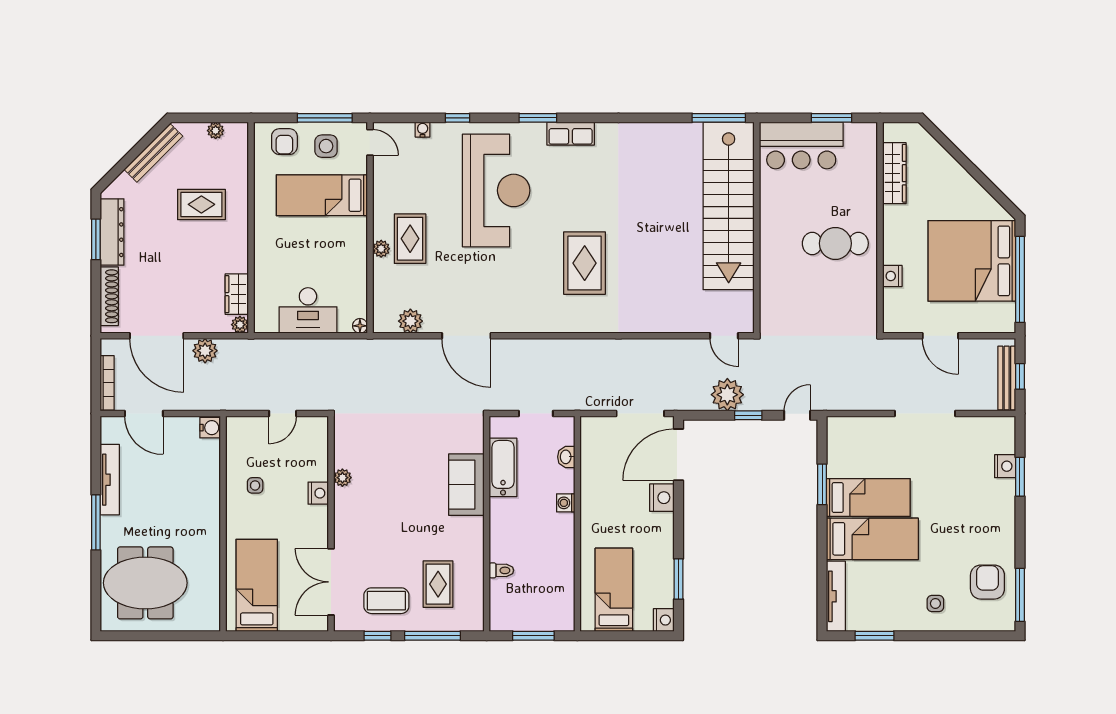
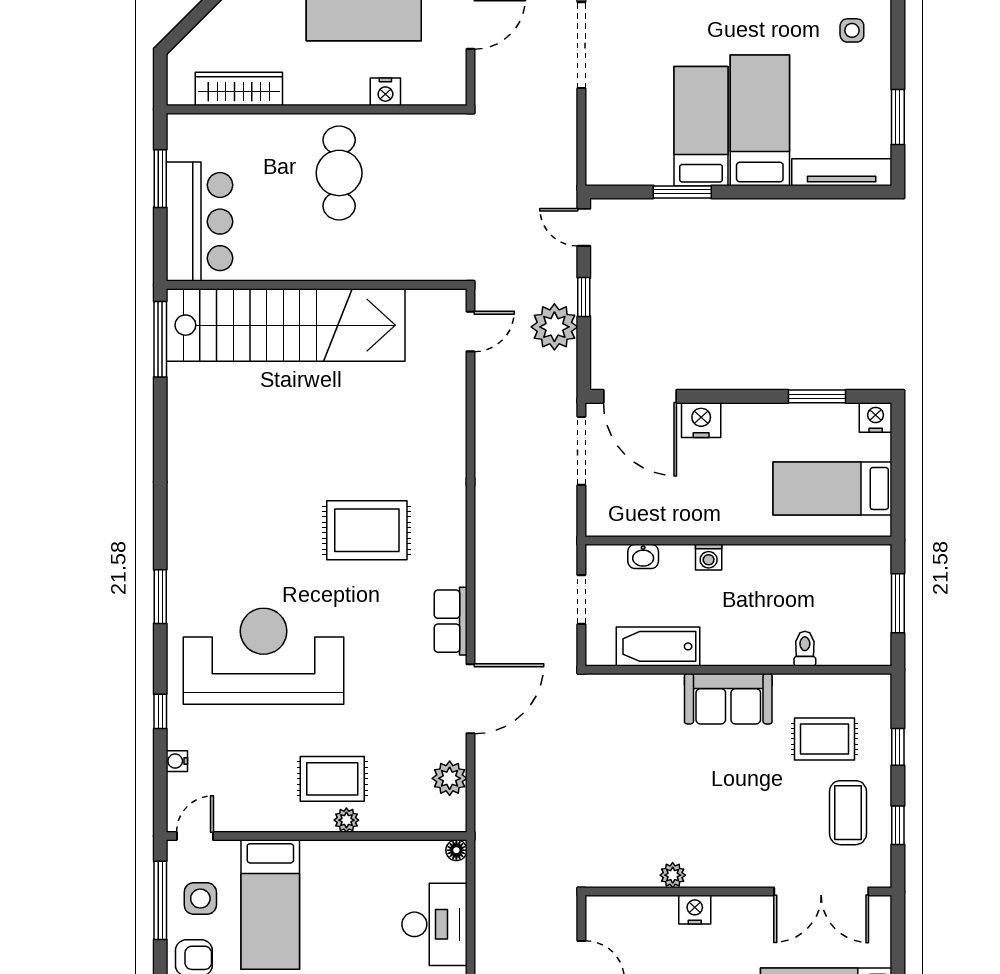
row of seats: (571, 134) -> (451, 621), moved, turned 180
sofa: (466, 485) -> (728, 699), moved
window: (433, 636) -> (898, 747), width x0.46

